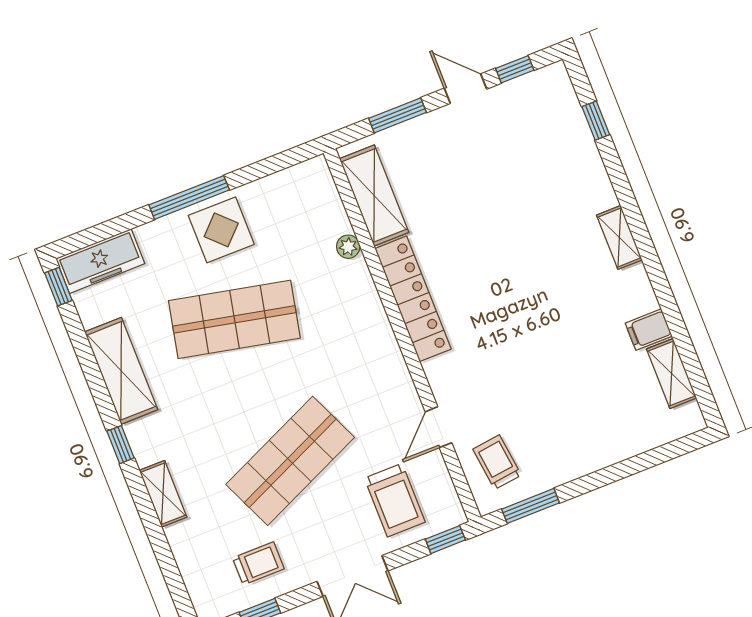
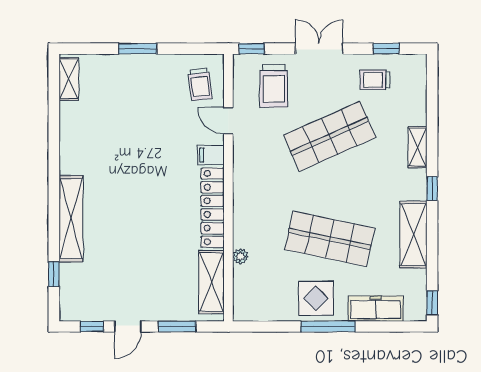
door: (465, 89) -> (128, 327), hinge flipped
shelving: (619, 237) -> (71, 219), width x2.20, depth x1.33
freezer: (100, 261) -> (376, 309), moved
filing cabinet: (649, 330) -> (211, 155), moved, turned 180
shelving: (672, 373) -> (69, 79), moved
door: (438, 427) -> (228, 121), swing flipped
trolley: (395, 500) -> (274, 86), turned 180
window: (531, 506) -> (138, 49), moved

